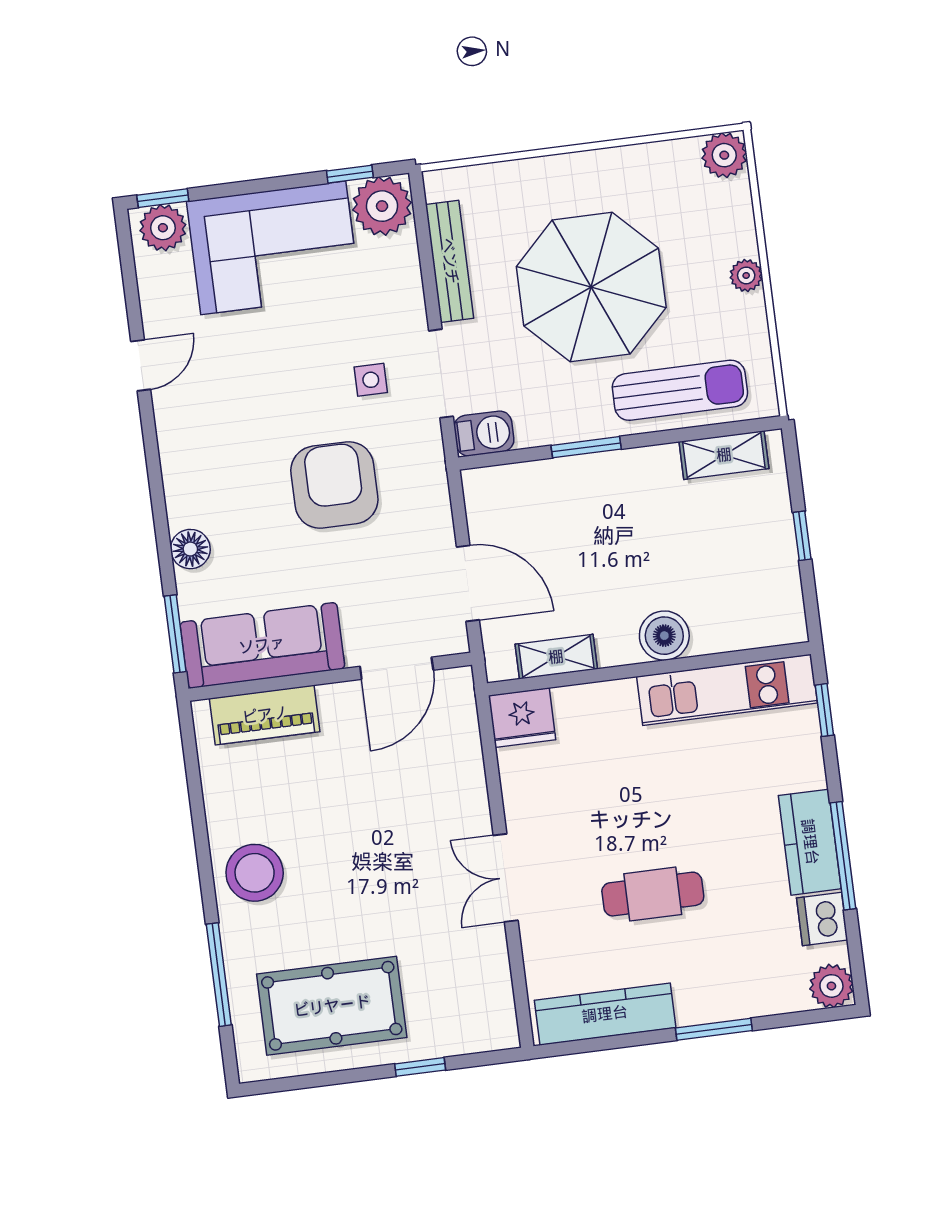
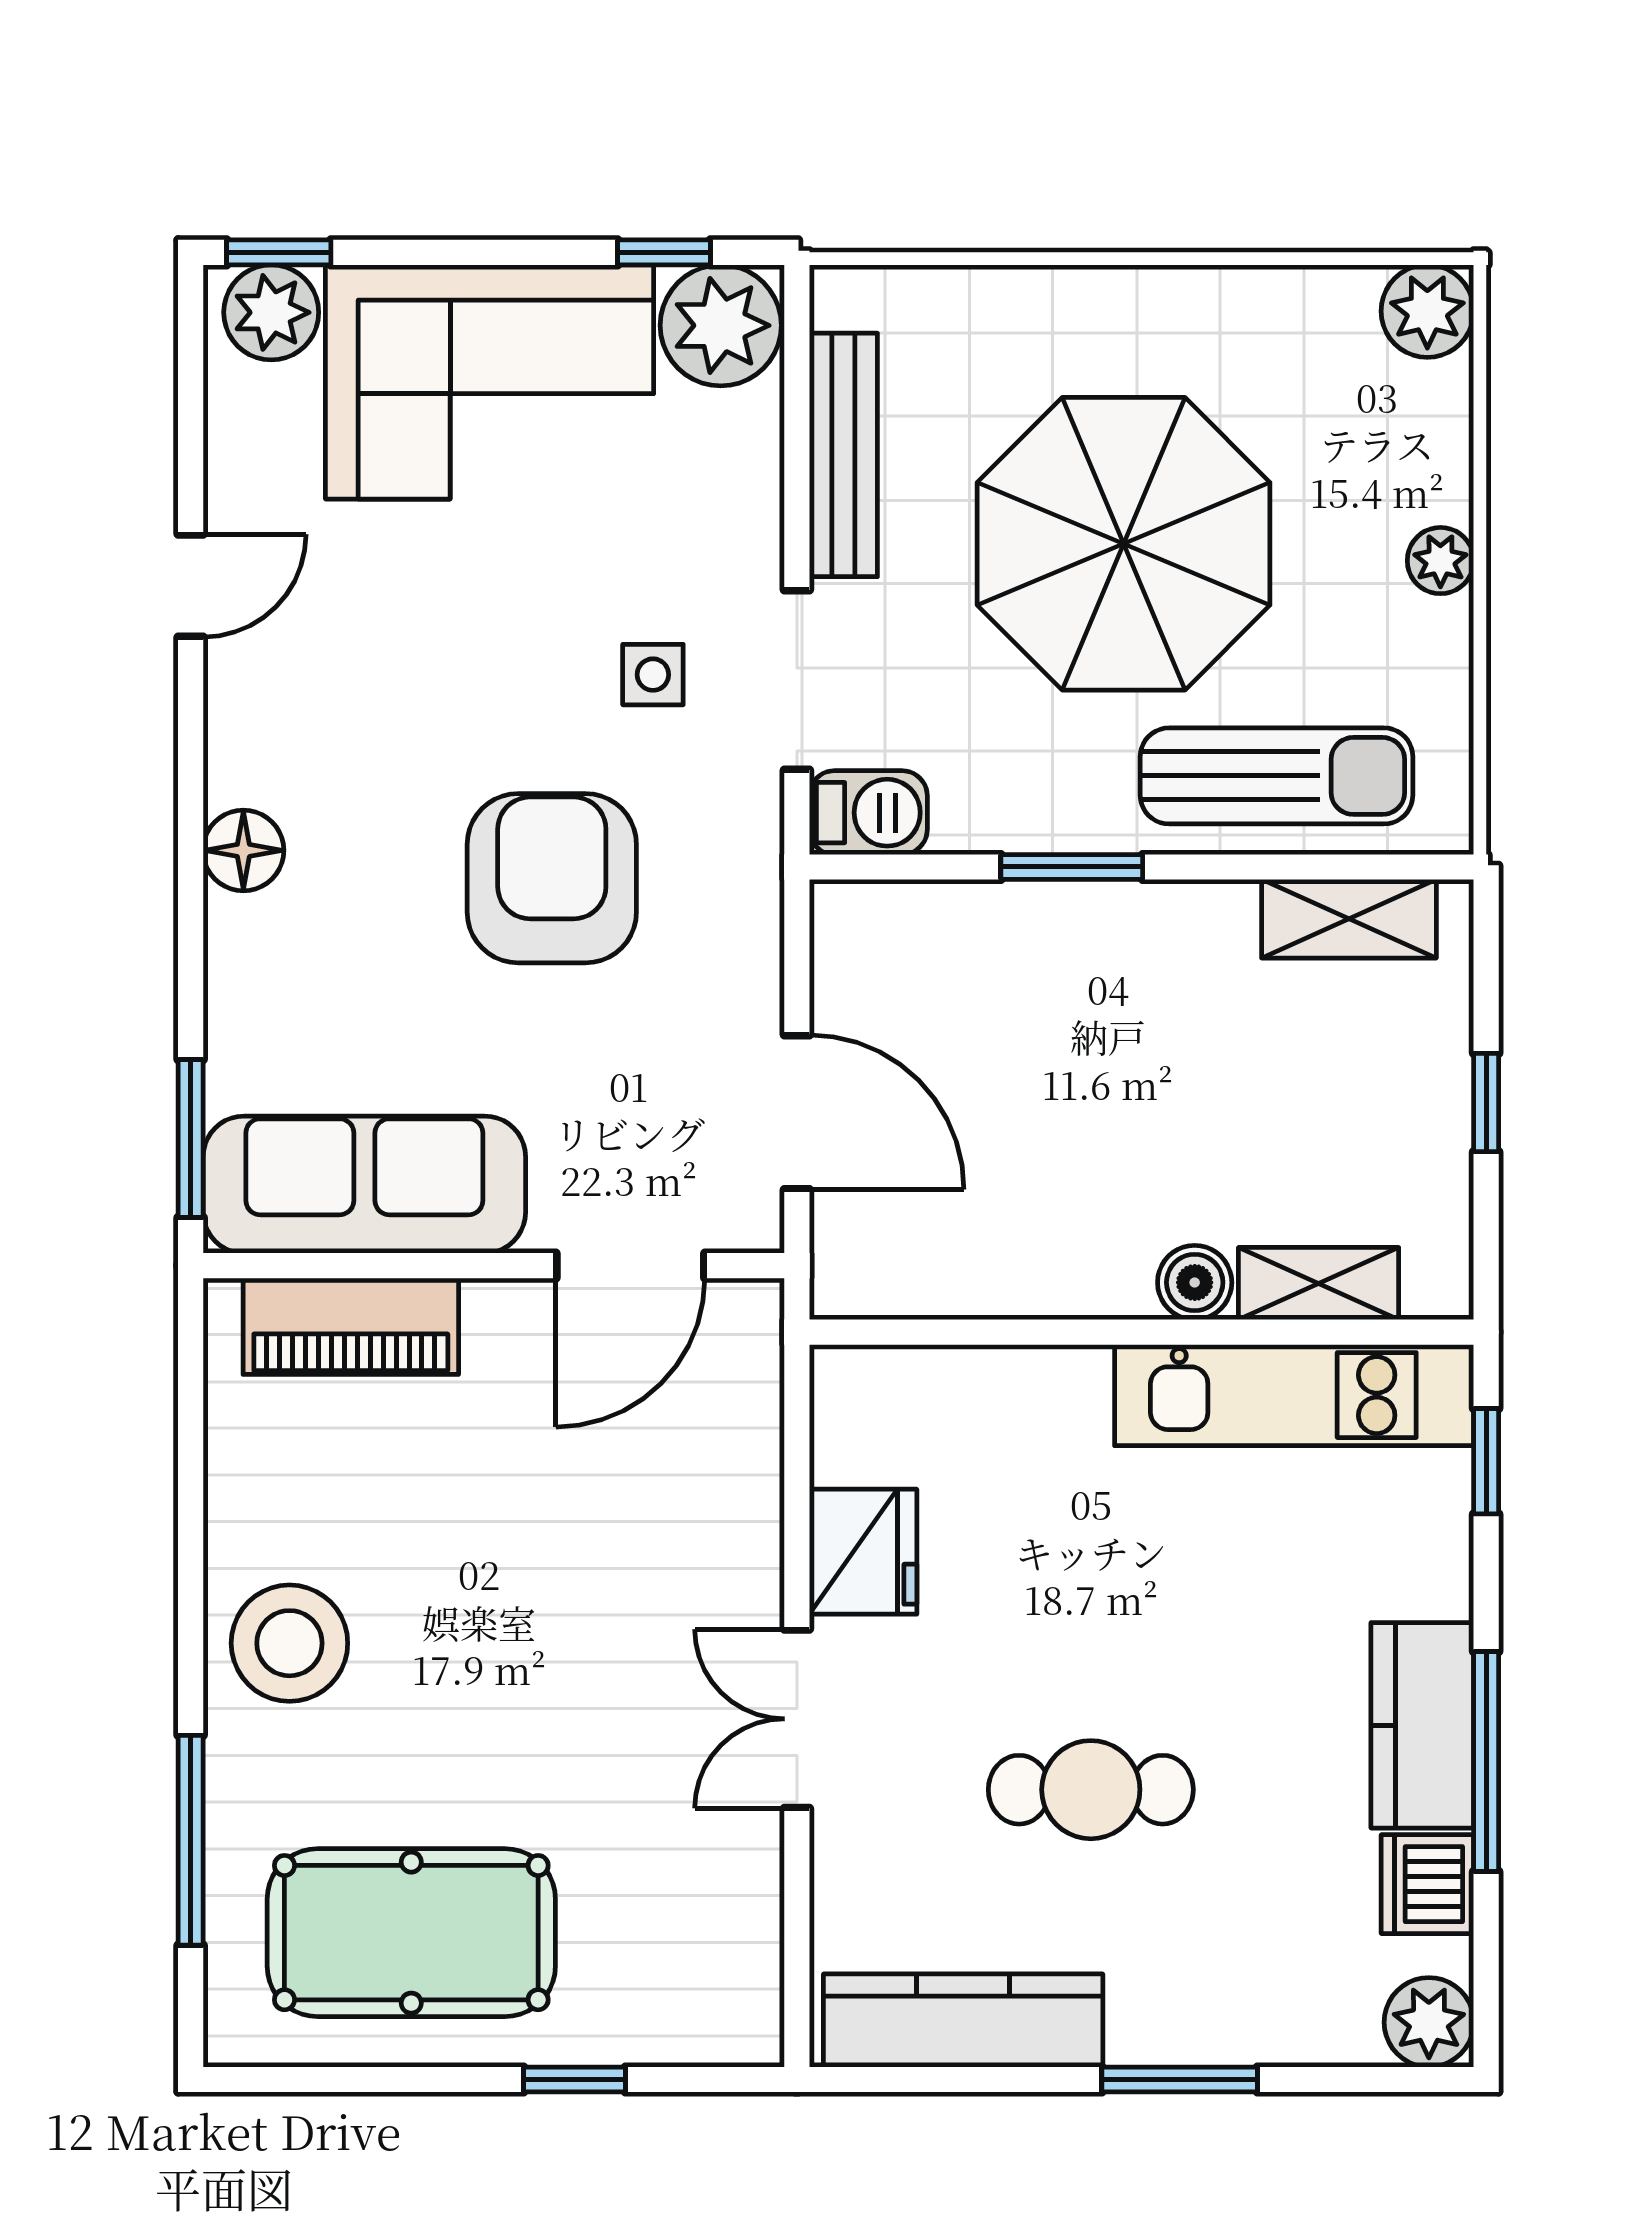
floor lamp: (190, 549) -> (243, 850), moved
boiler: (664, 636) -> (1195, 1282), width x0.73, depth x0.73
shelving: (556, 657) -> (1319, 1284), moved
fridge: (522, 718) -> (863, 1552), moved, turned -90

